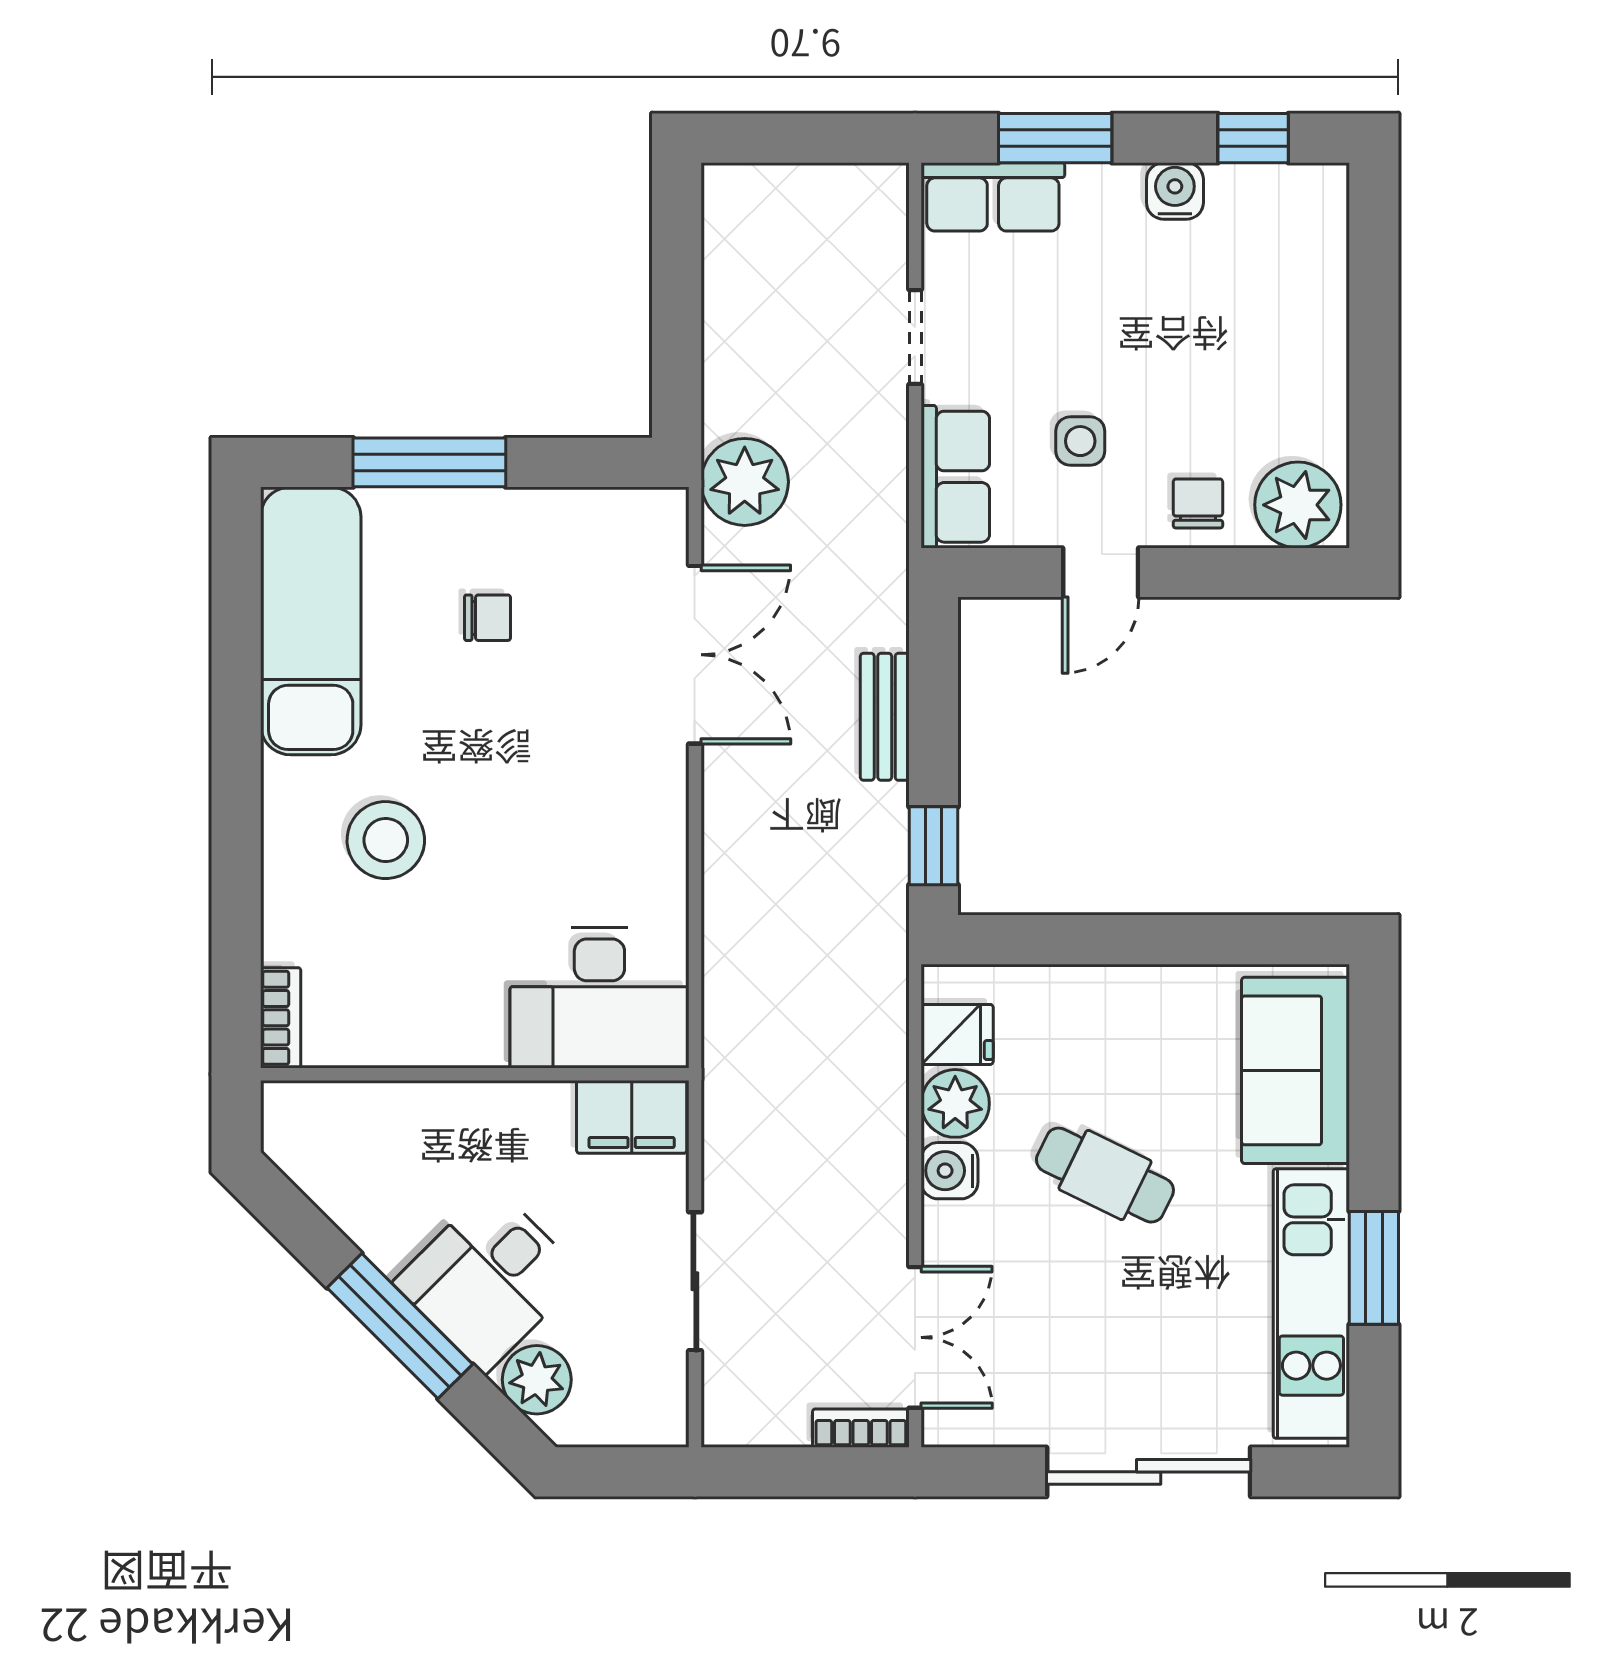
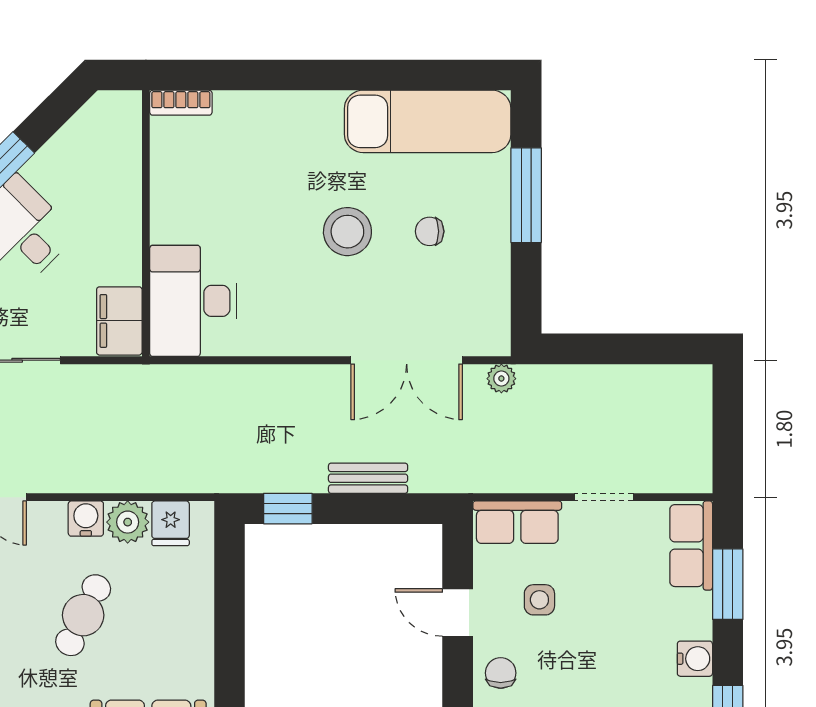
plant: (745, 482) -> (501, 379), width x0.53, depth x0.53
chair: (1198, 503) -> (501, 673), turned -90
chair: (488, 618) -> (430, 231), turned 90
stool: (386, 840) -> (347, 232), moved

